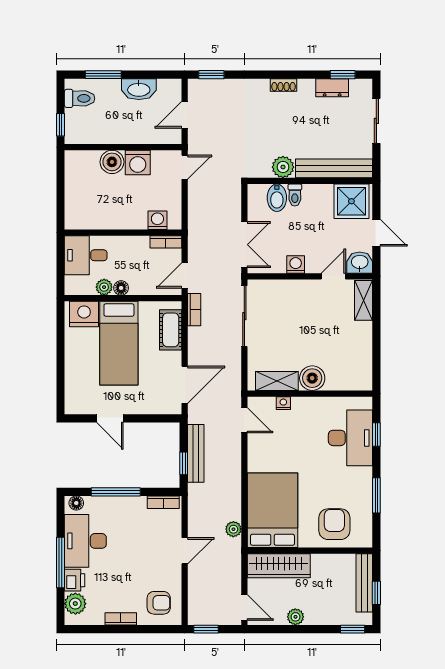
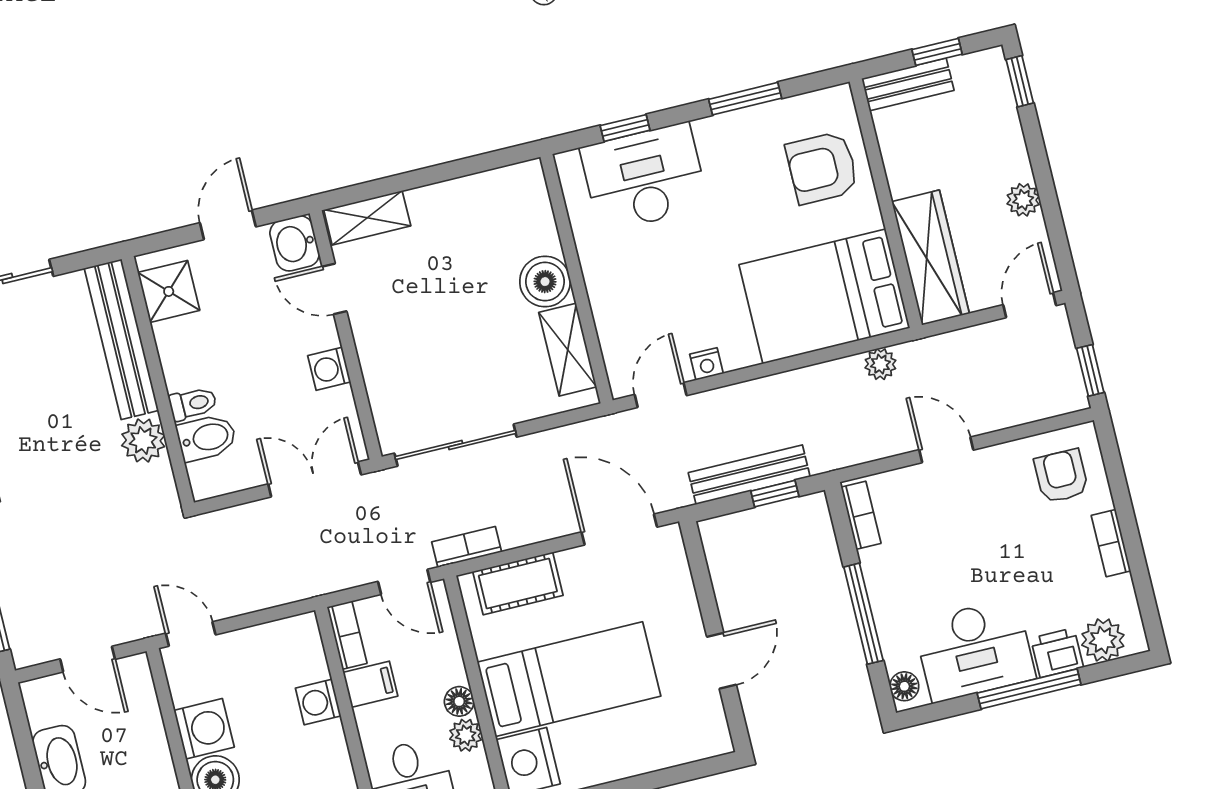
shower: (351, 201) -> (169, 291), width x0.73, depth x0.73
washing machine: (157, 220) -> (318, 702), moved
filing cabinet: (140, 247) -> (370, 684), added
nightstand: (283, 403) -> (707, 364), moved, turned -90
bench: (364, 583) -> (908, 84), width x0.73

